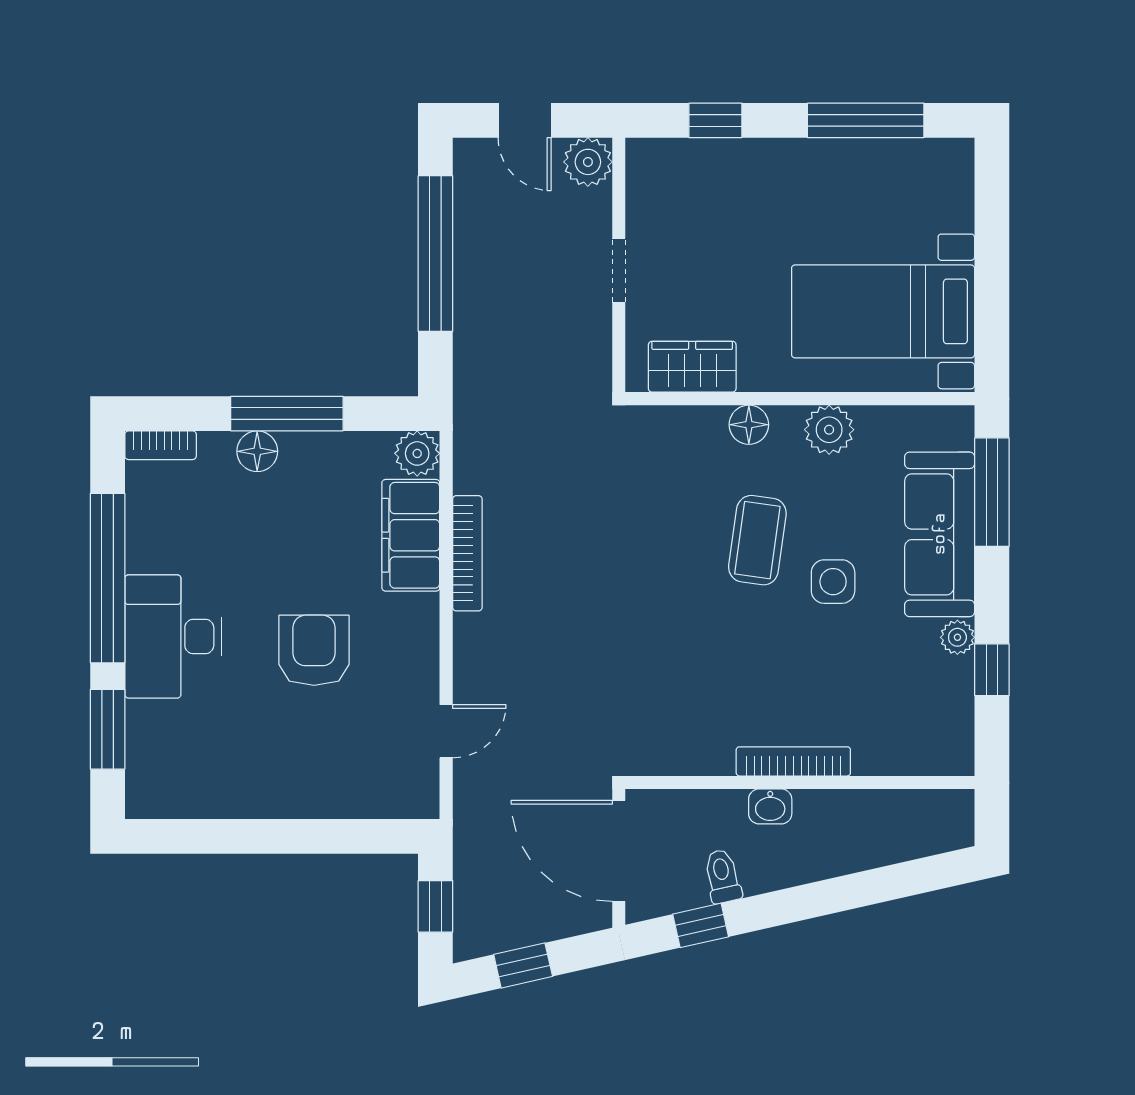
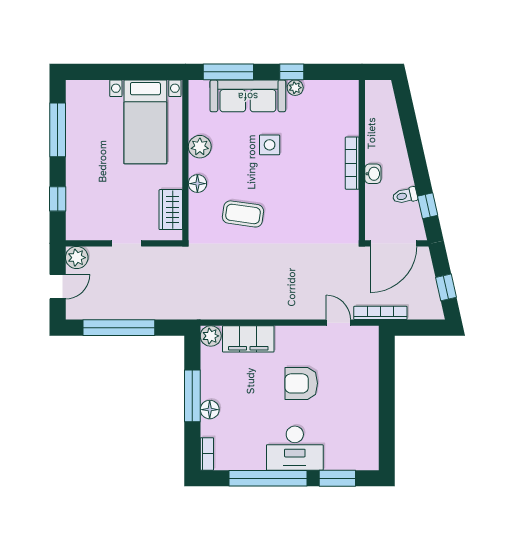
coffee table: (757, 540) -> (243, 214), moved
bookcase: (467, 553) -> (380, 313), moved
window: (992, 670) -> (292, 72), moved
window: (435, 906) -> (419, 328), removed

